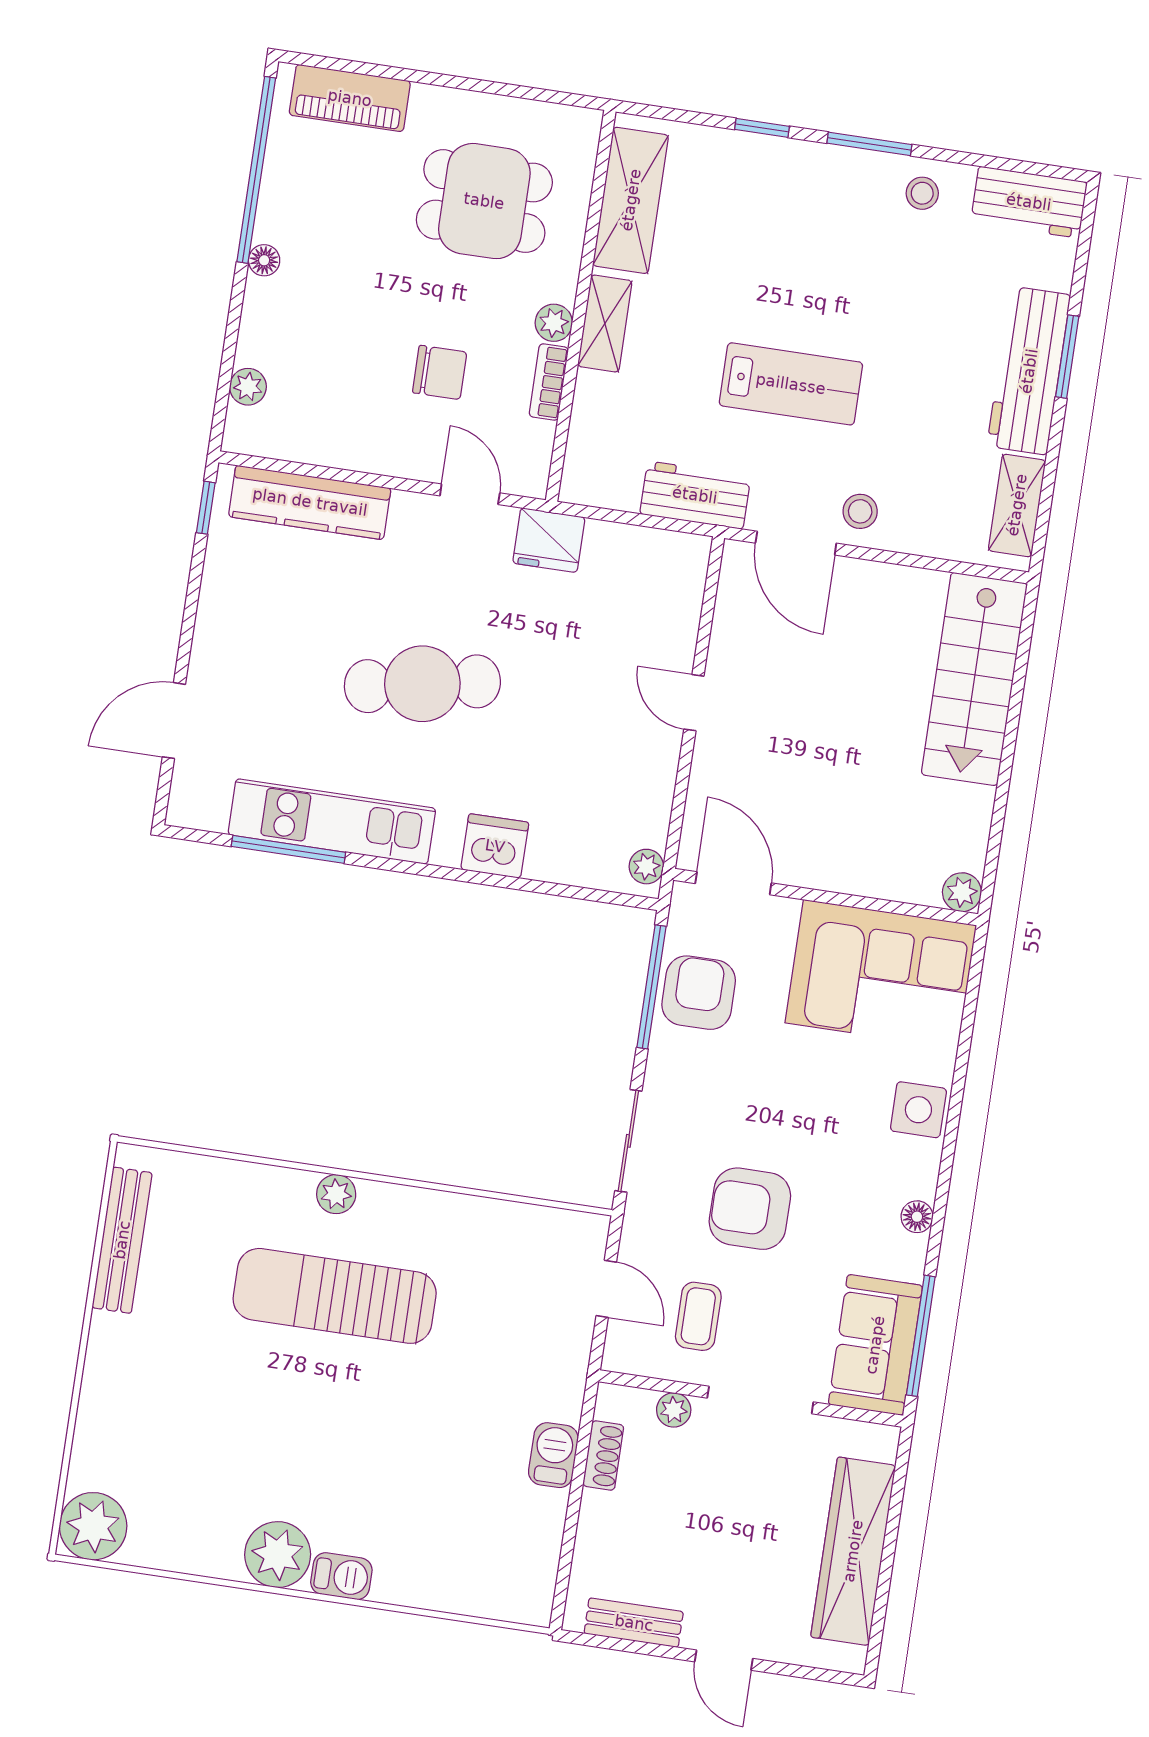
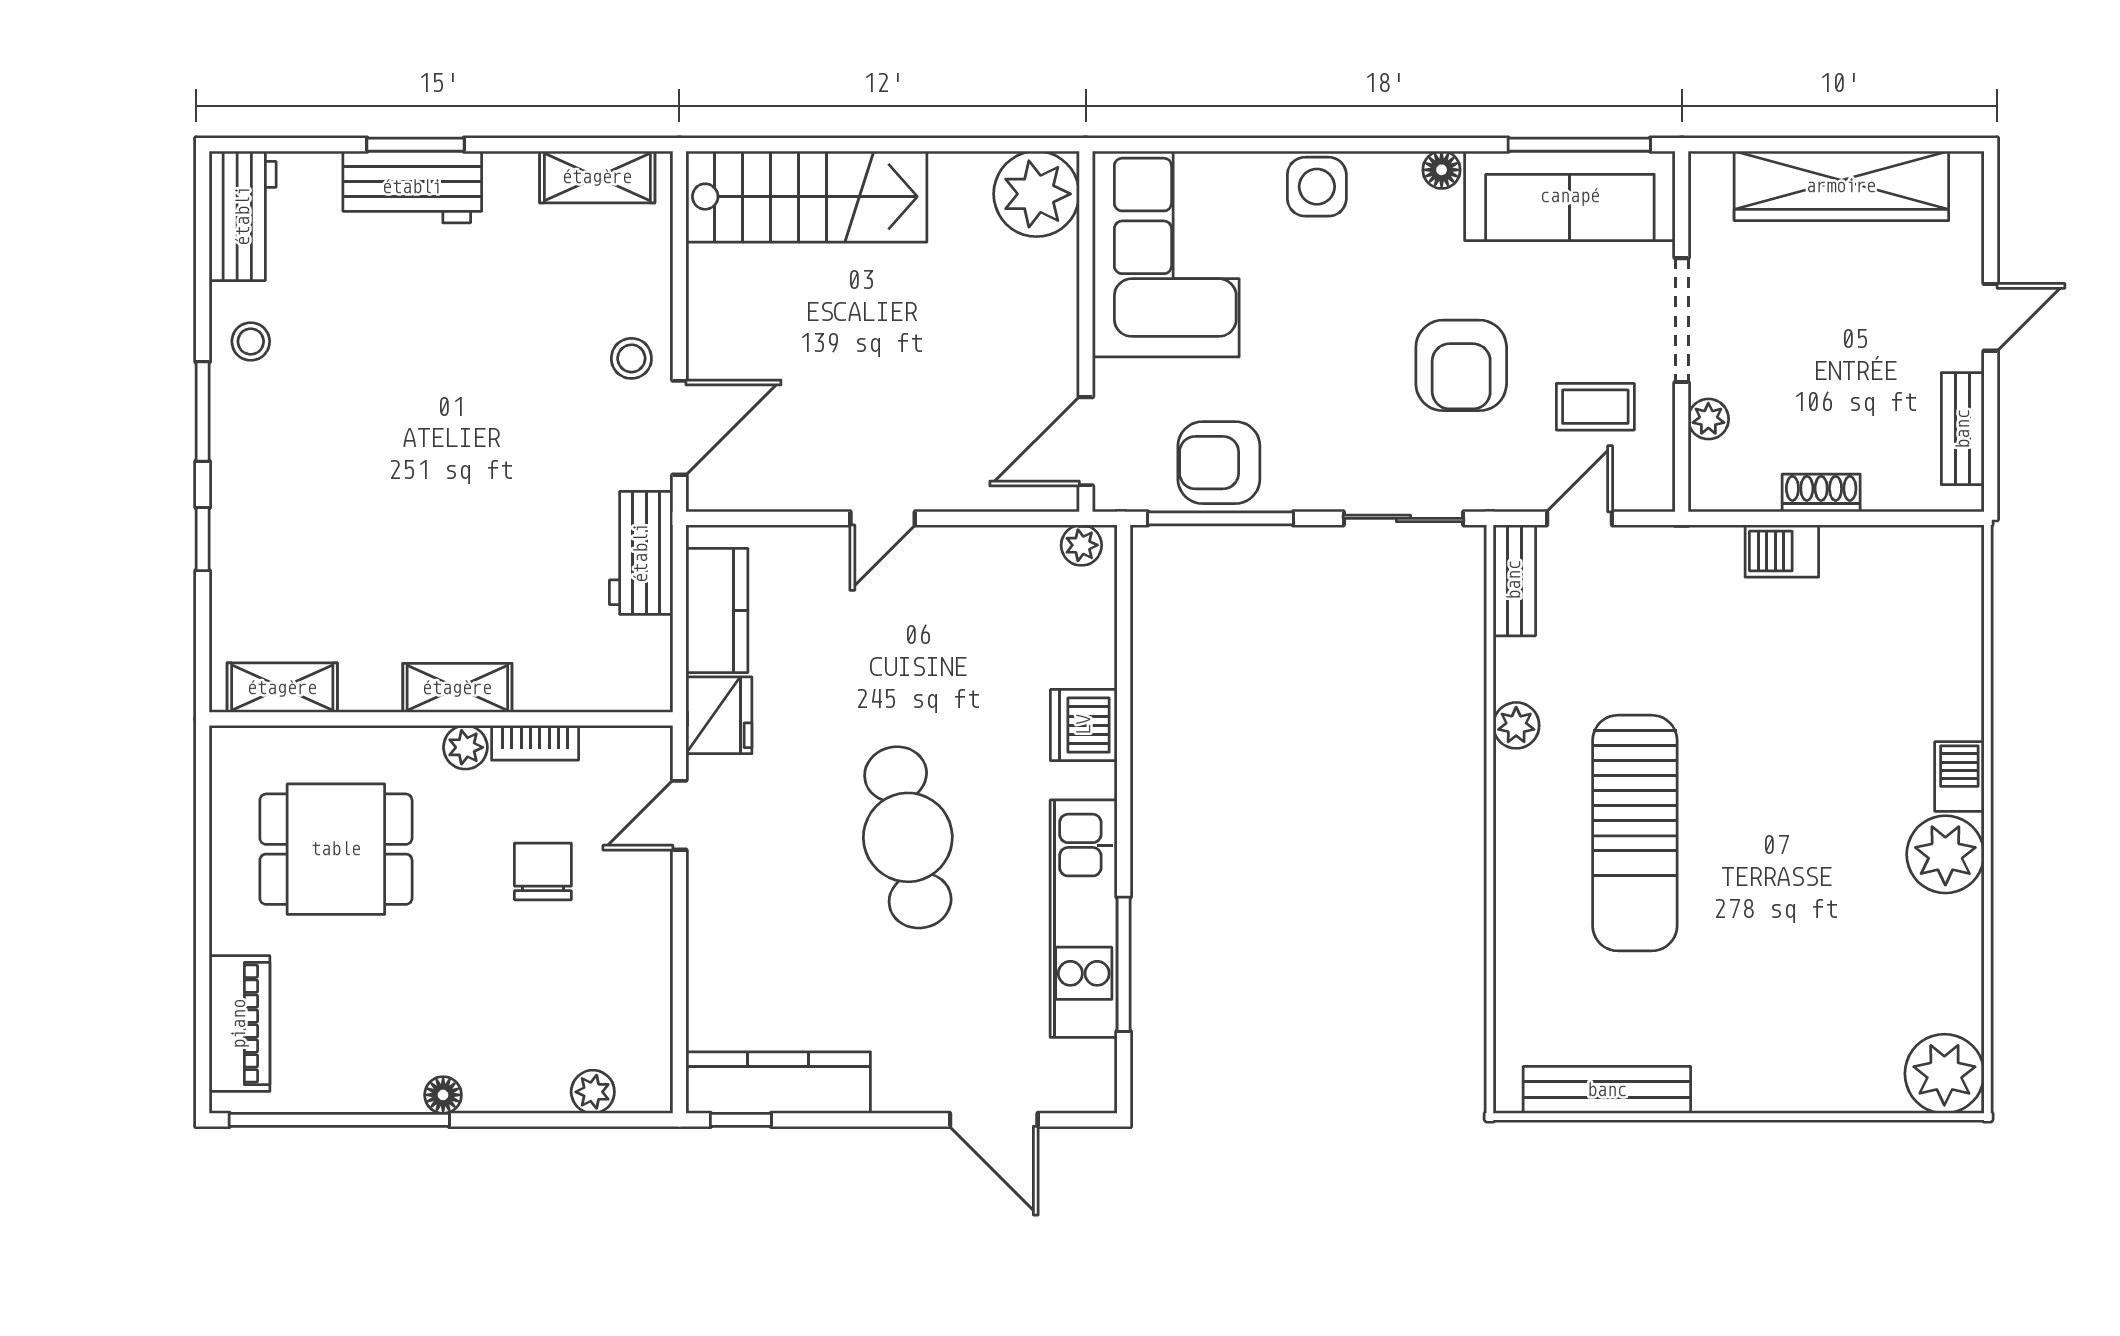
shelving: (631, 200) -> (282, 688), width x0.67, depth x0.75
dining table: (484, 201) -> (336, 849), turned 90
workbench: (1029, 371) -> (412, 187), width x0.73
lab bench: (791, 384) -> (495, 461), removed
kitchen counter: (310, 502) -> (778, 1083), moved, turned -90
kitchen counter: (637, 552) -> (717, 611), added
plant: (962, 892) -> (1036, 194), width x1.87, depth x1.87
plant: (336, 1194) -> (1516, 725), moved
bench: (562, 1226) -> (1514, 580), added
sofa: (875, 1345) -> (1570, 196), width x1.36
shoe rack: (603, 1455) -> (1821, 493), moved

